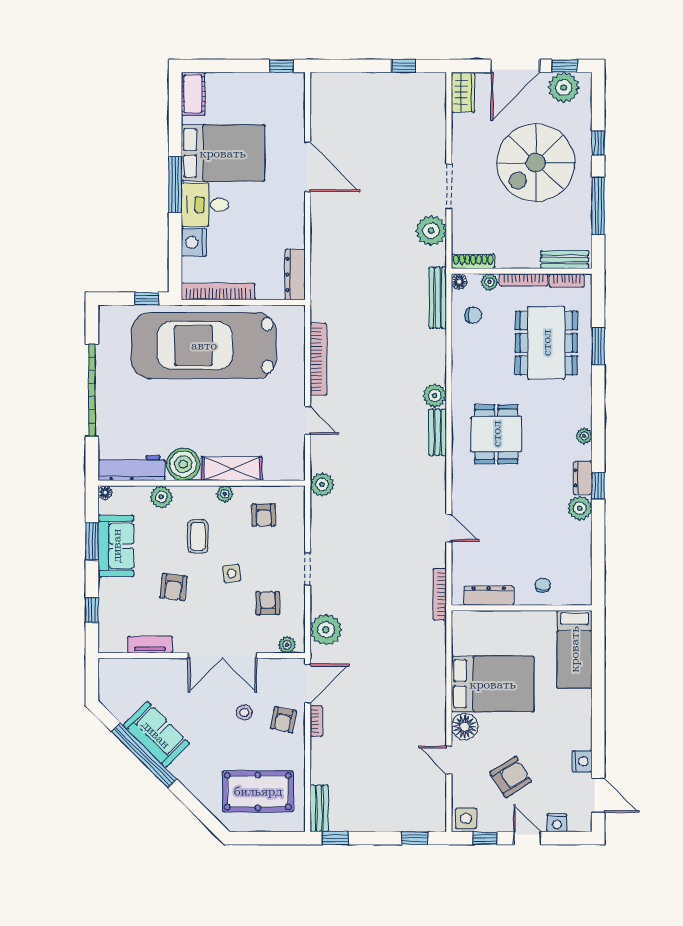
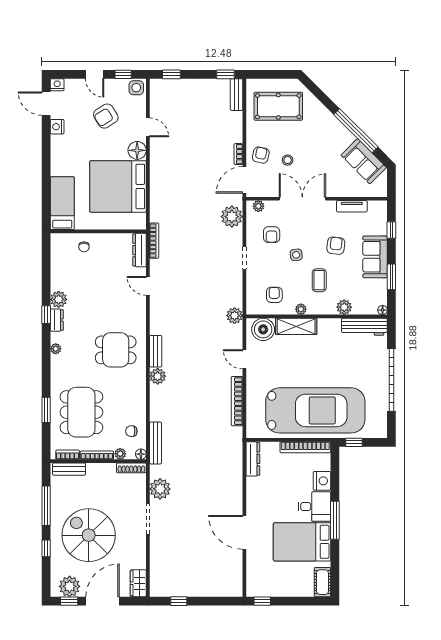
spiral stairs: (536, 163) -> (89, 535), turned -90
dining table: (496, 434) -> (116, 350), turned 90
boiler: (183, 464) -> (263, 329), moved
sofa: (116, 546) -> (375, 257), moved
dresser: (489, 596) -> (140, 250), moved, turned 90
bed: (493, 684) -> (118, 186), width x1.36
sofa: (156, 734) -> (364, 161), moved
nightstand: (557, 823) -> (57, 85), moved

